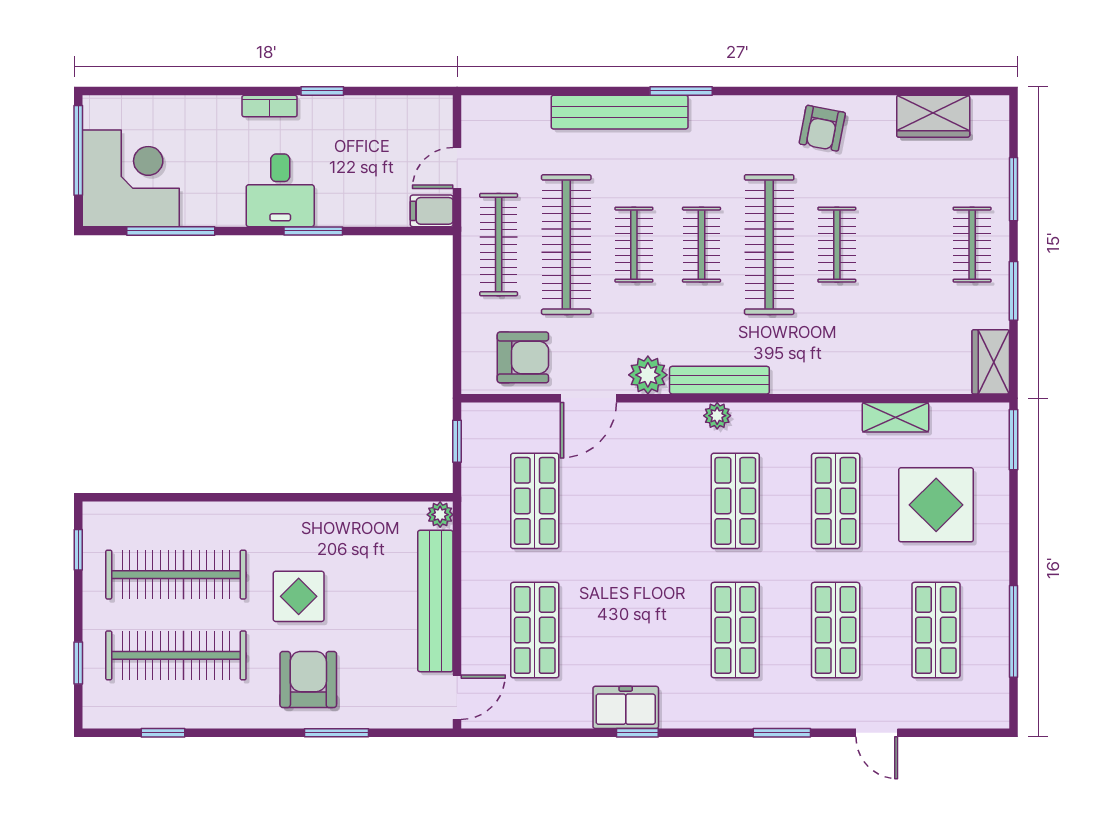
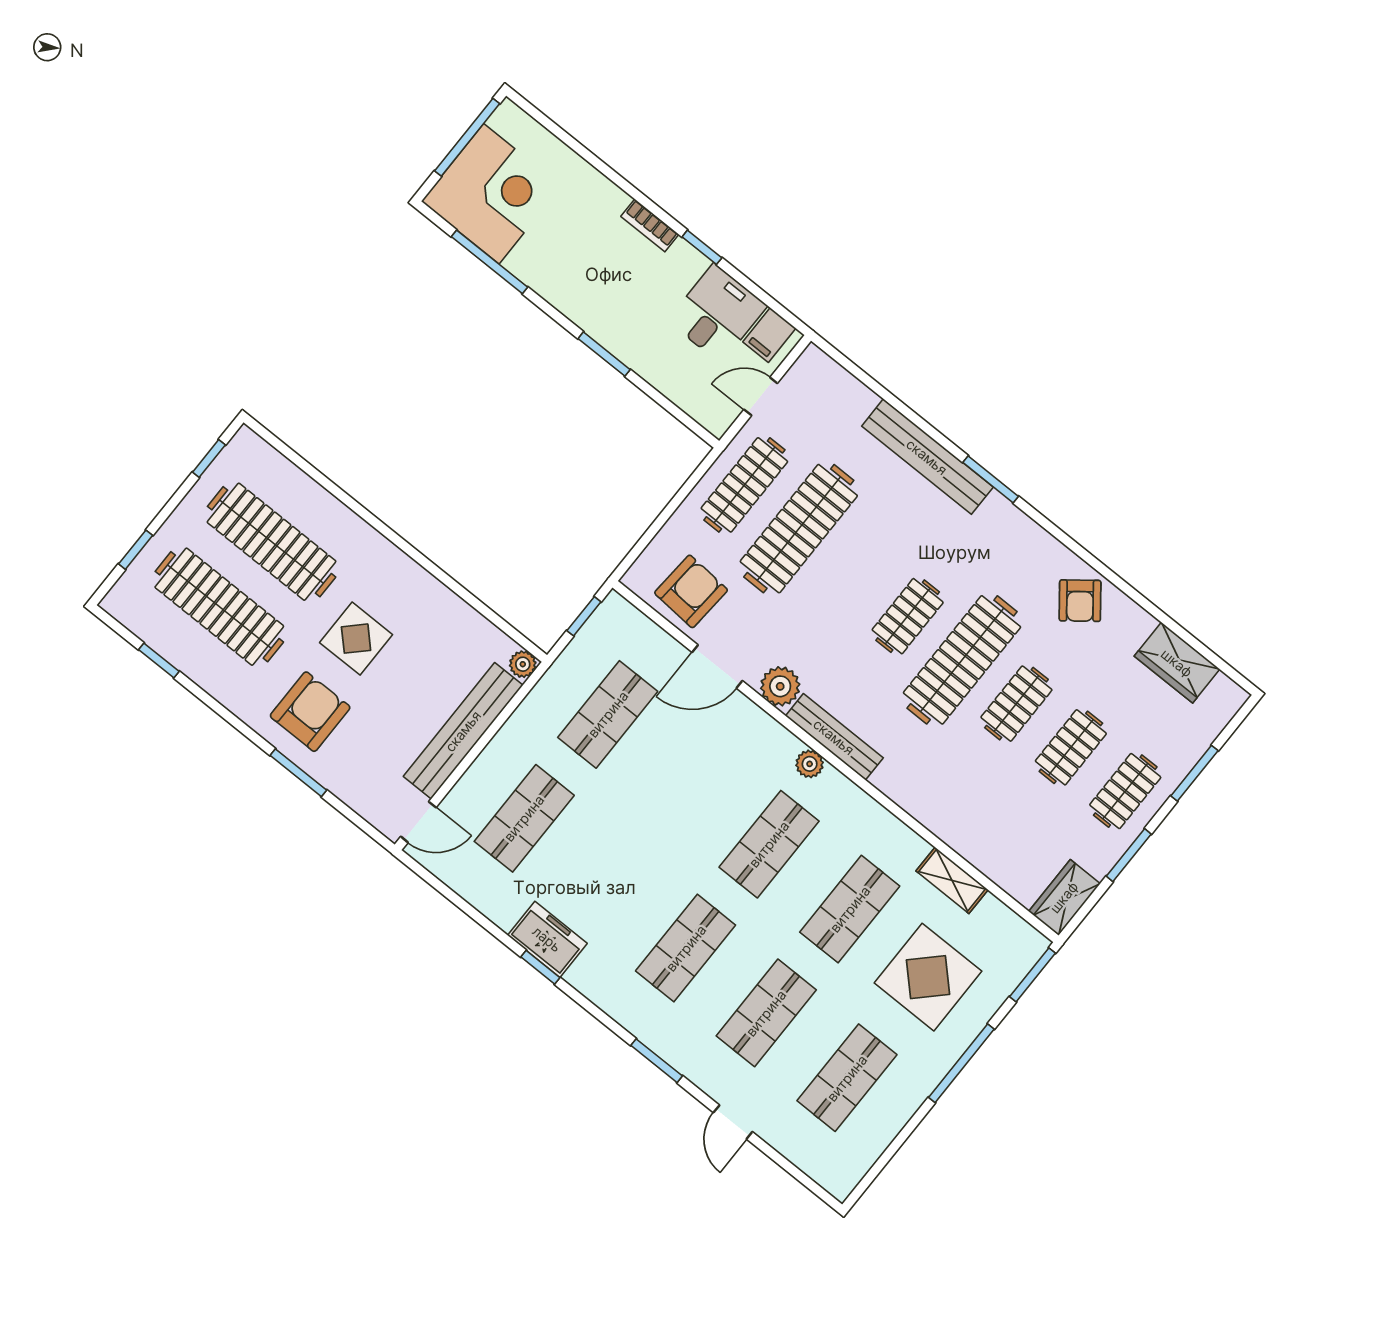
armchair: (822, 128) -> (1080, 601), turned -49
desk: (280, 190) -> (717, 313), moved, turned 180
filing cabinet: (432, 211) -> (769, 335), moved, turned -90
clothes rail: (634, 245) -> (1071, 747), moved
armchair: (523, 357) -> (691, 591), turned -86
window: (1014, 631) -> (961, 1063), moved

